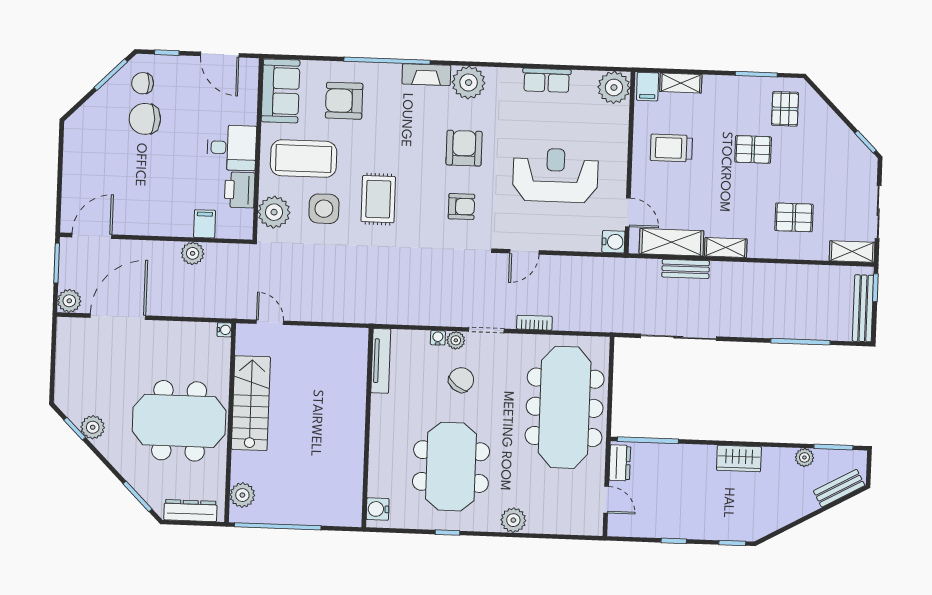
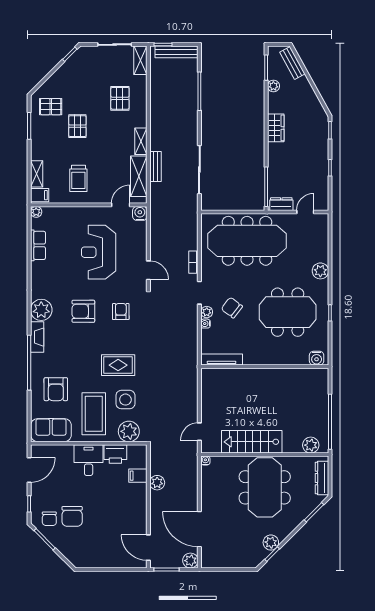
row of seats: (547, 80) -> (38, 245), moved
plant: (614, 87) -> (36, 212), width x0.53, depth x0.53

